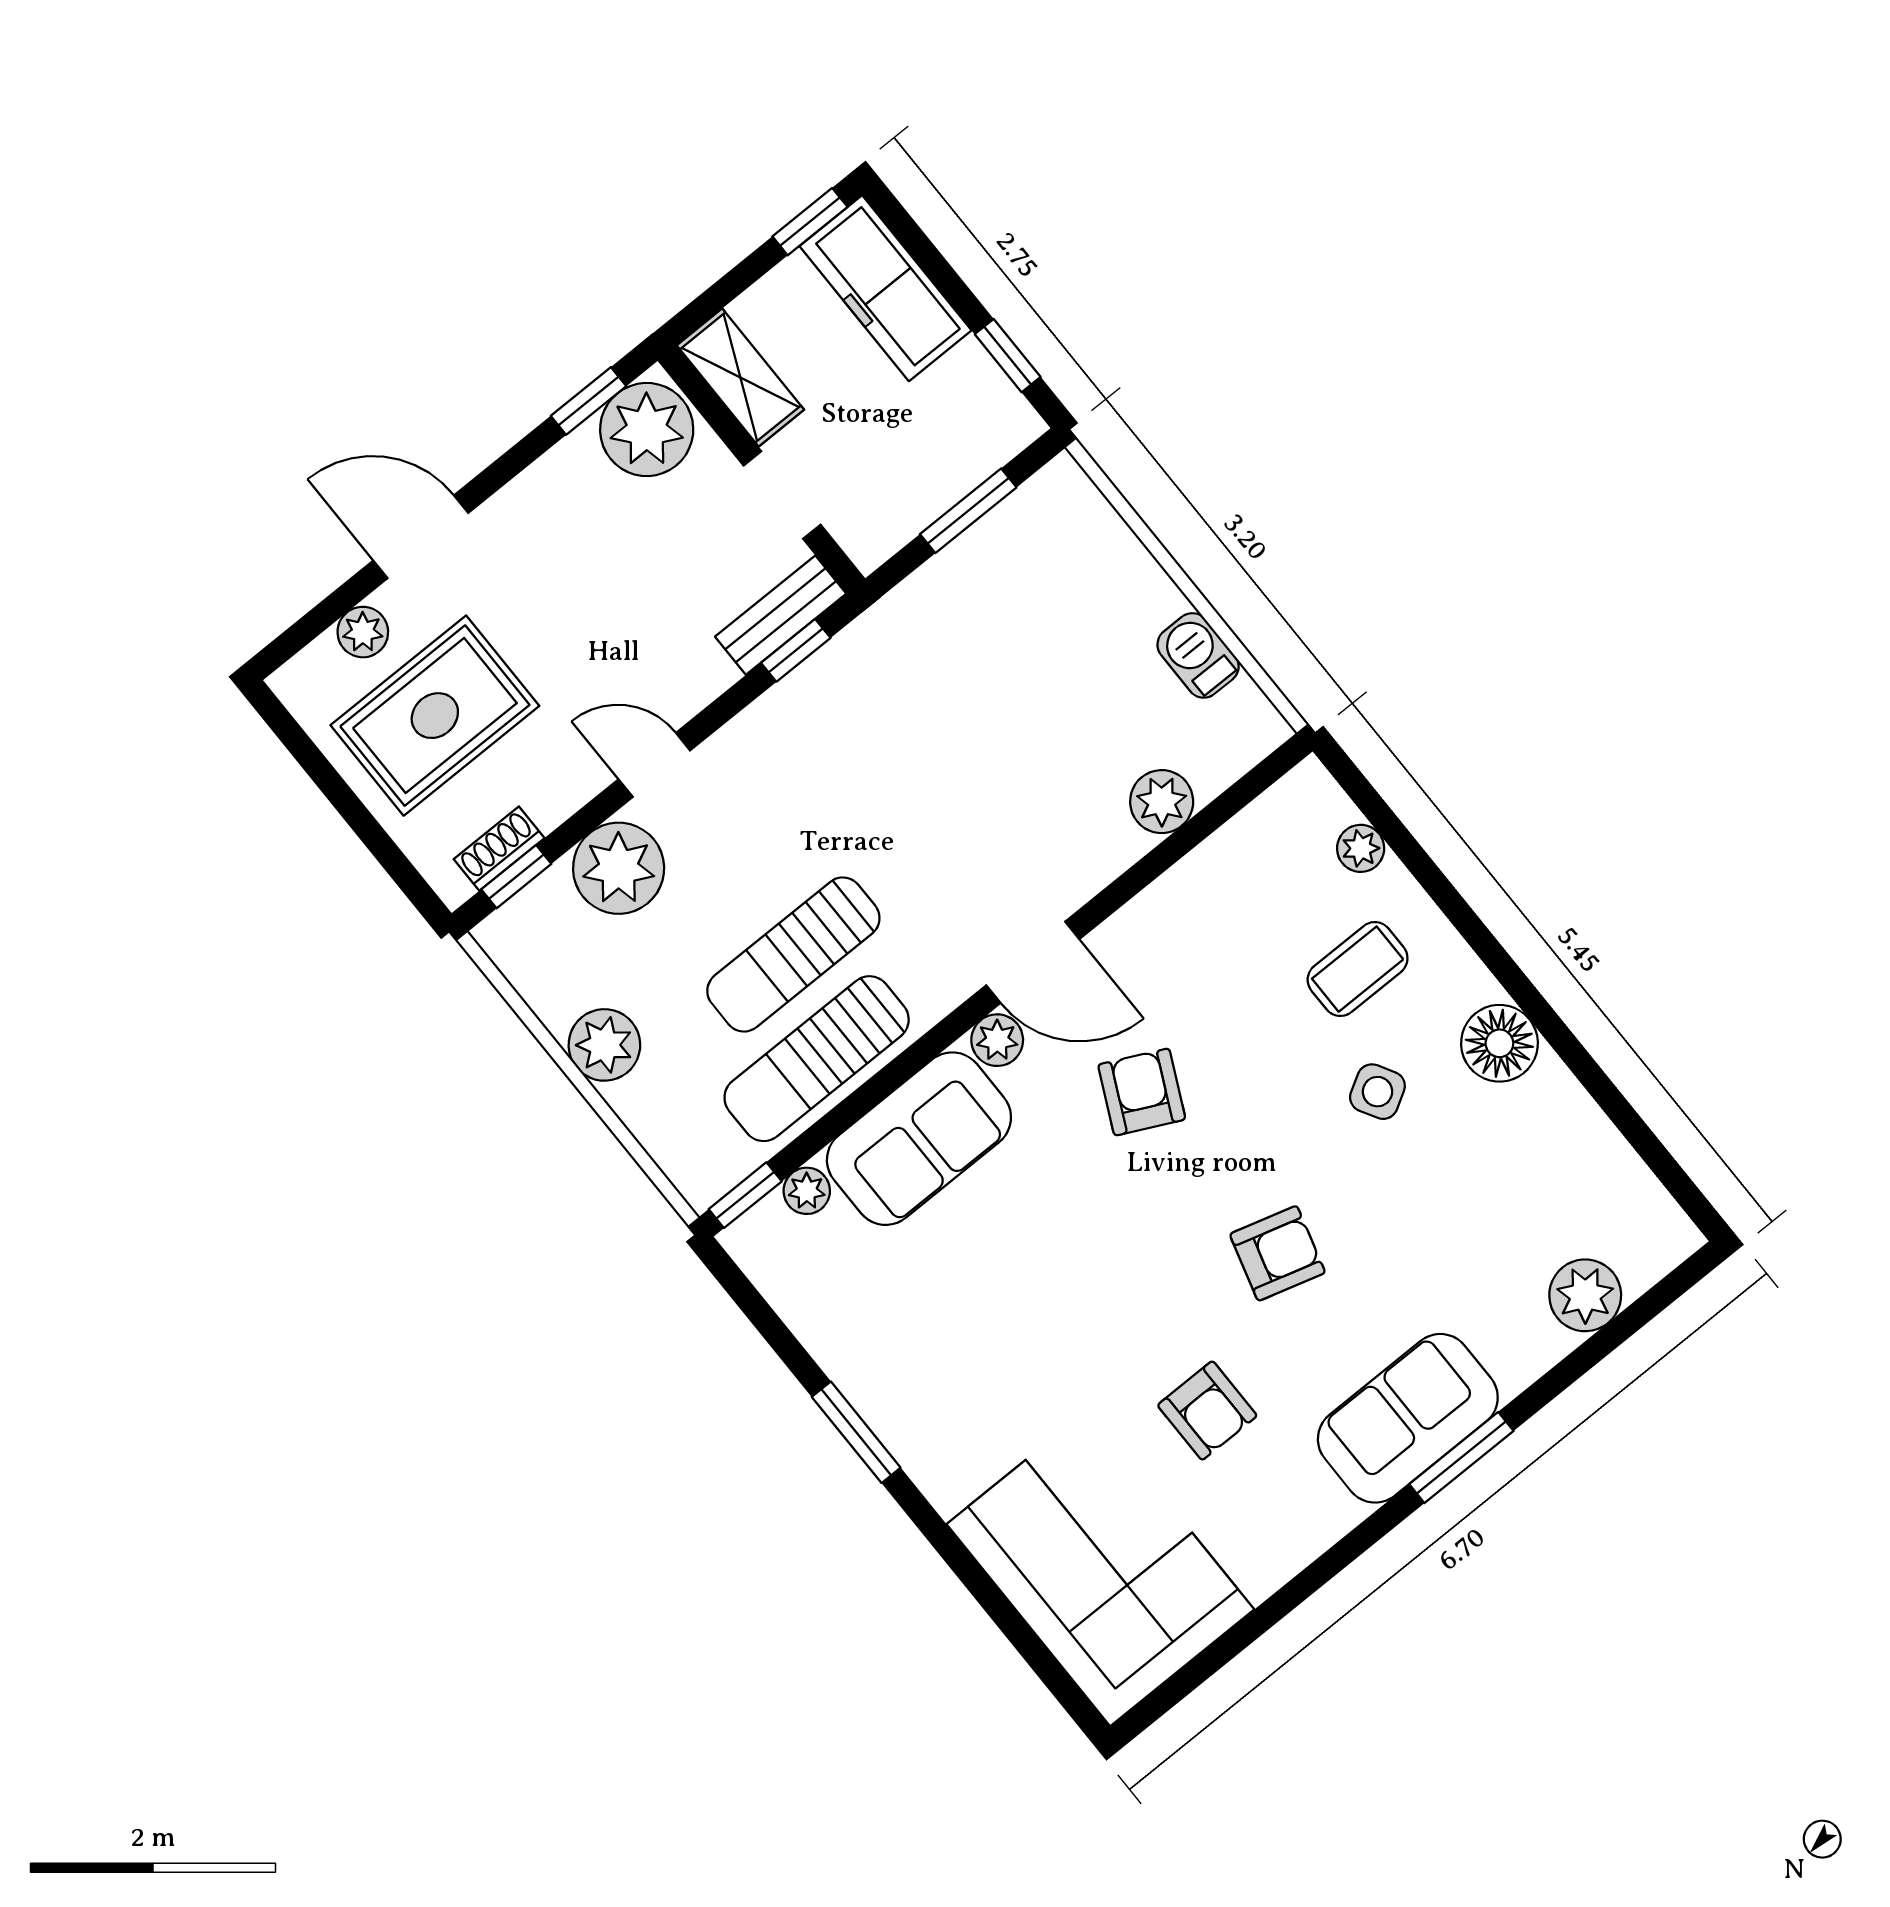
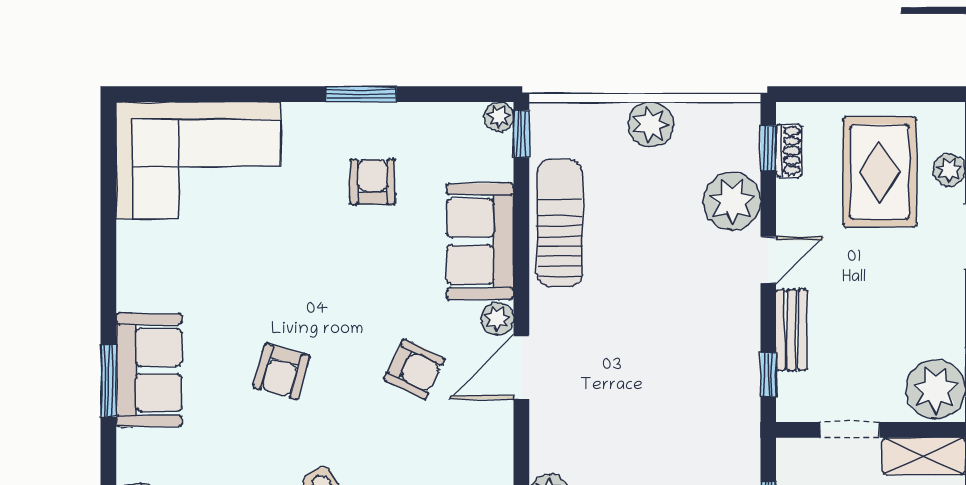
bench: (781, 615) -> (792, 330), moved
sun lounger: (793, 954) -> (620, 253), removed
plant: (807, 1191) -> (499, 117), moved
armchair: (1207, 1411) -> (373, 182), moved, turned 90

